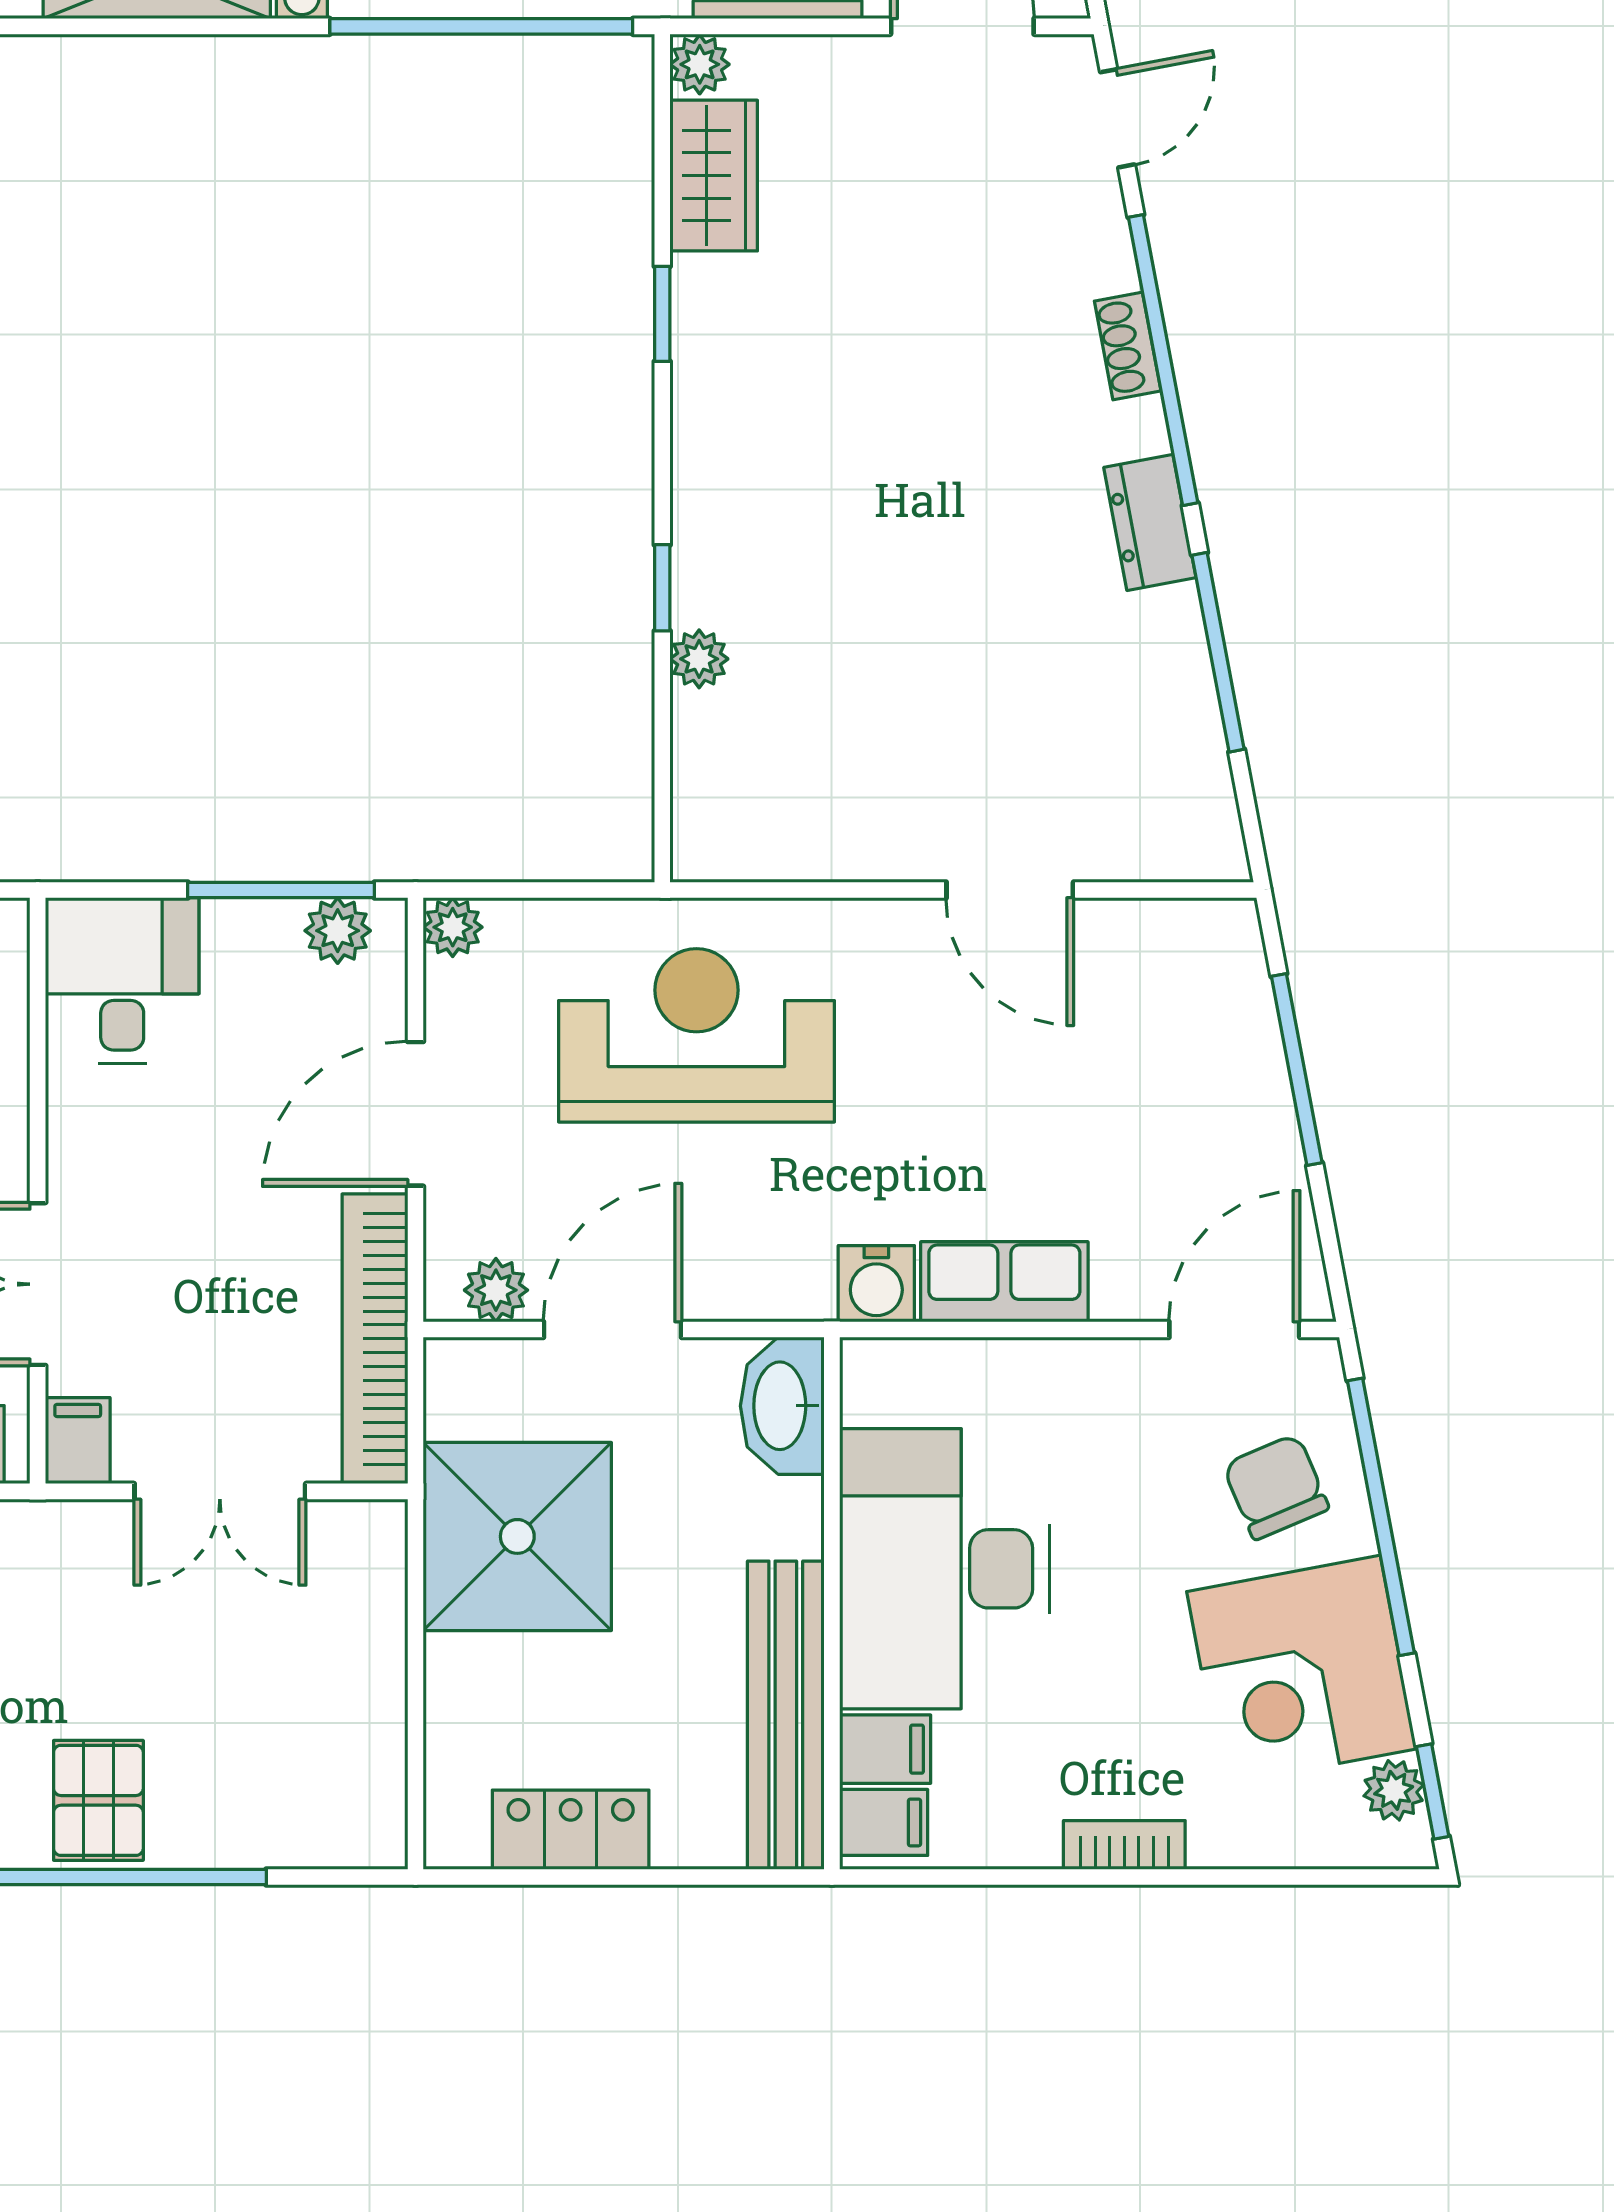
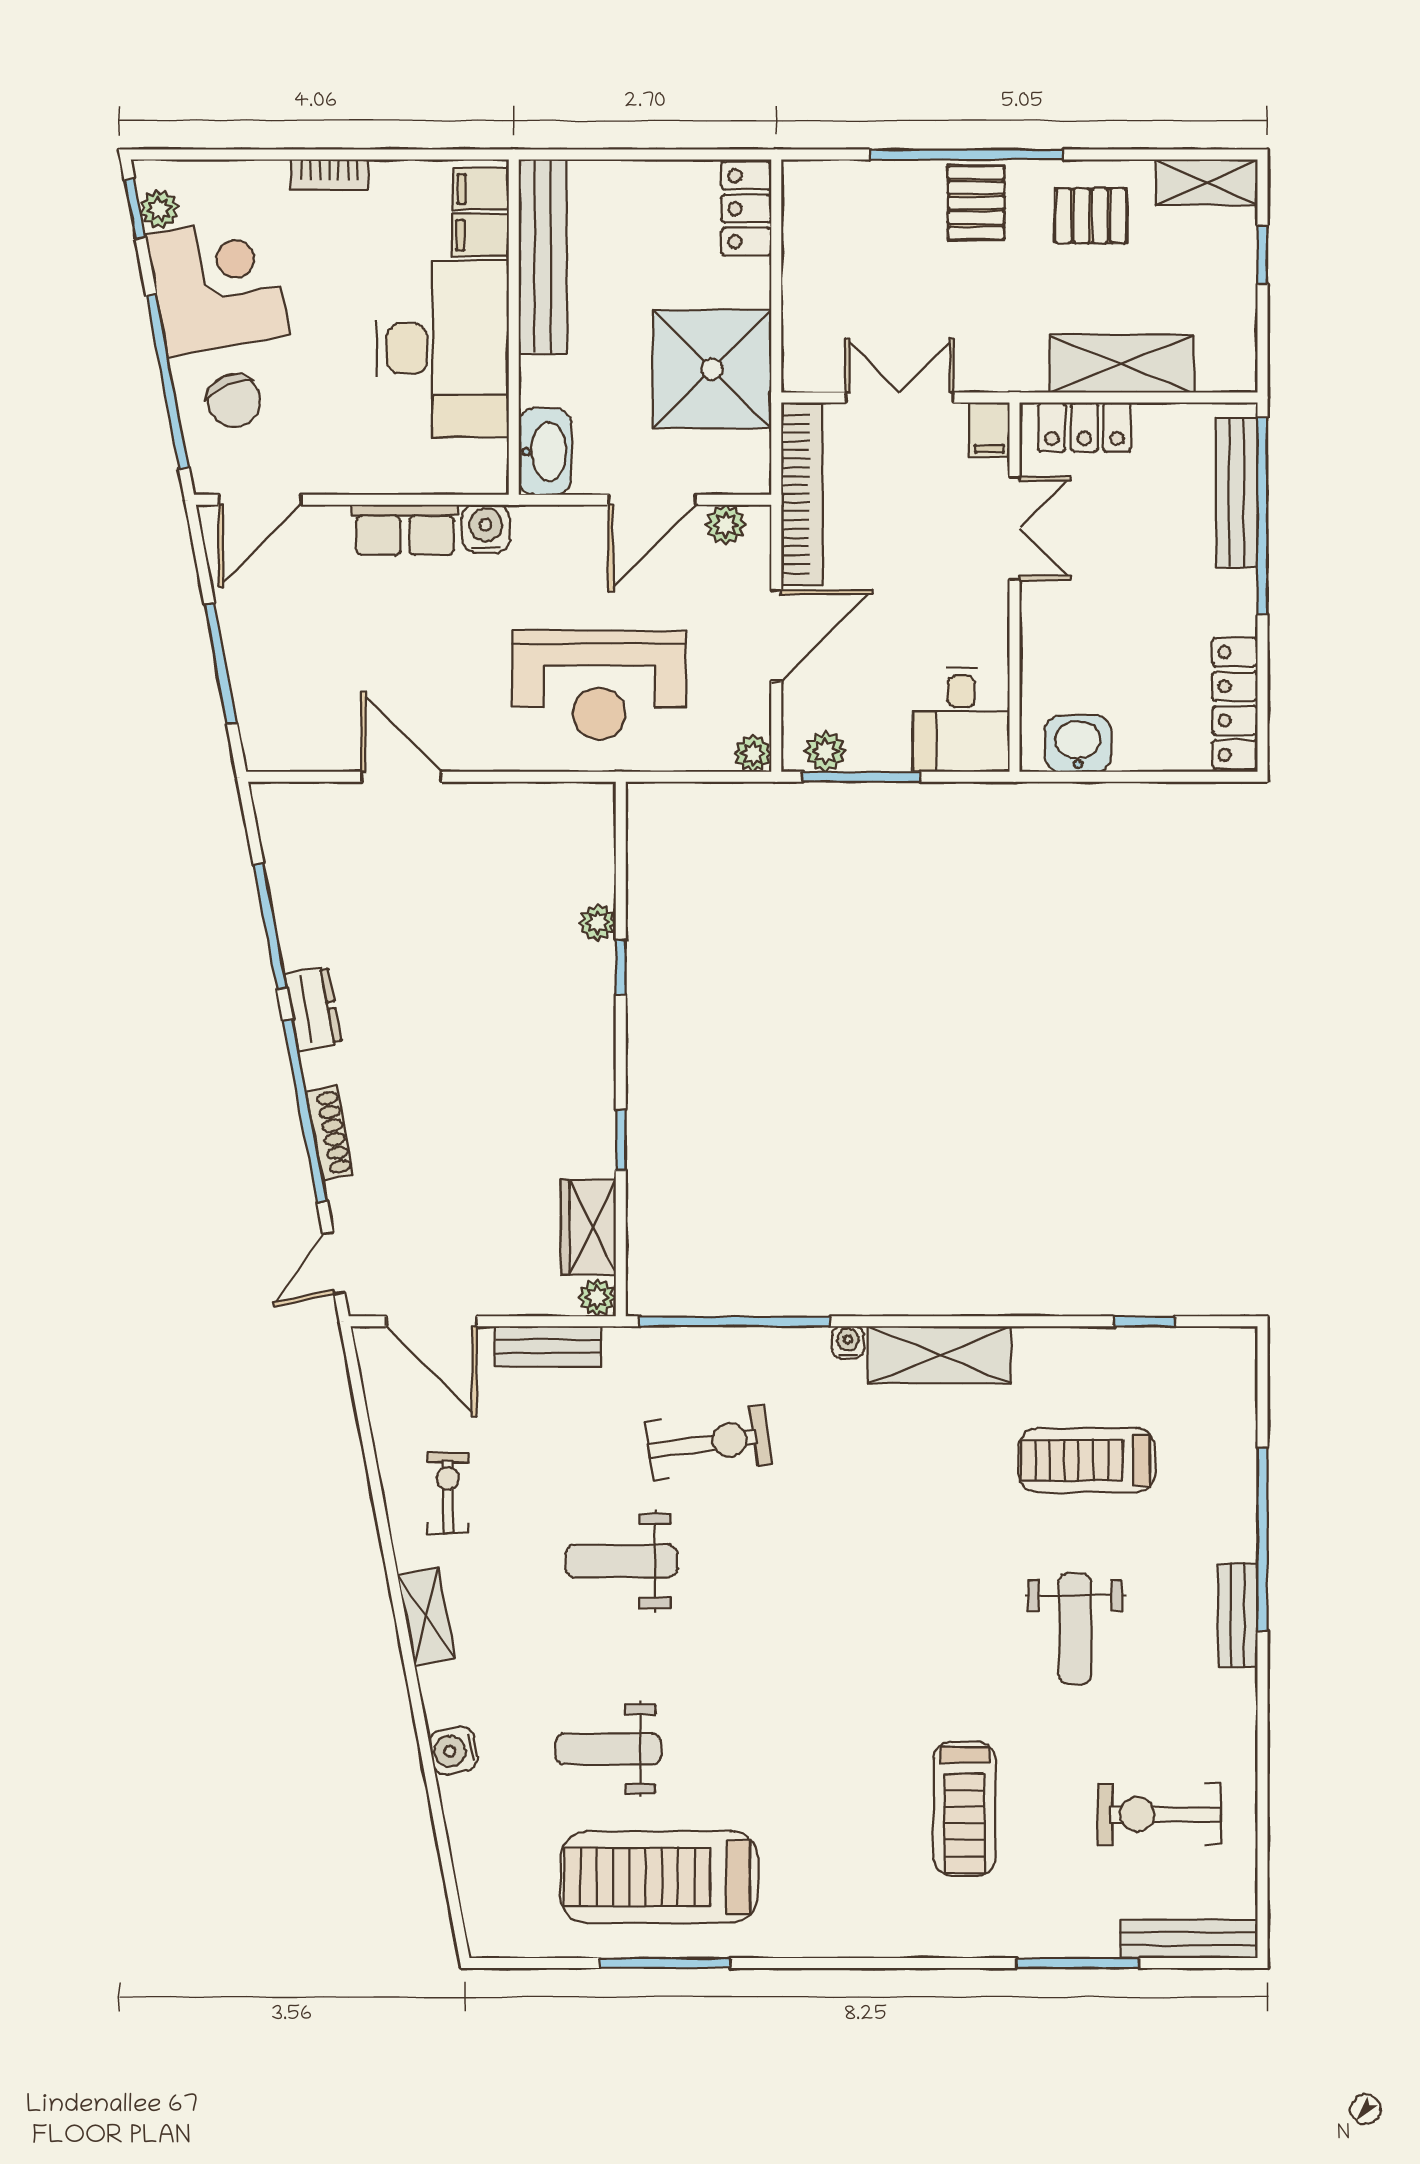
shoe rack: (1128, 346) -> (330, 1133), width x1.43
locker: (571, 1830) -> (746, 209), moved, turned 90

